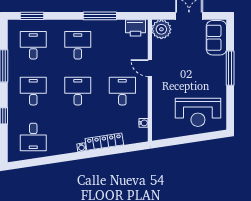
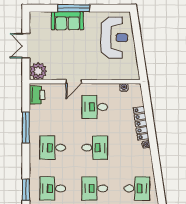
sofa: (216, 38) -> (67, 21), moved
desk: (78, 91) -> (95, 148), turned 180

